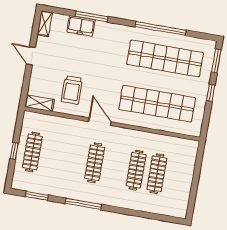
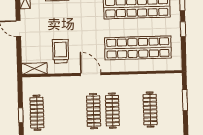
trolley: (72, 90) -> (60, 51), turned 180
clothes rail: (136, 170) -> (112, 111), moved
window: (197, 171) -> (185, 100), added

